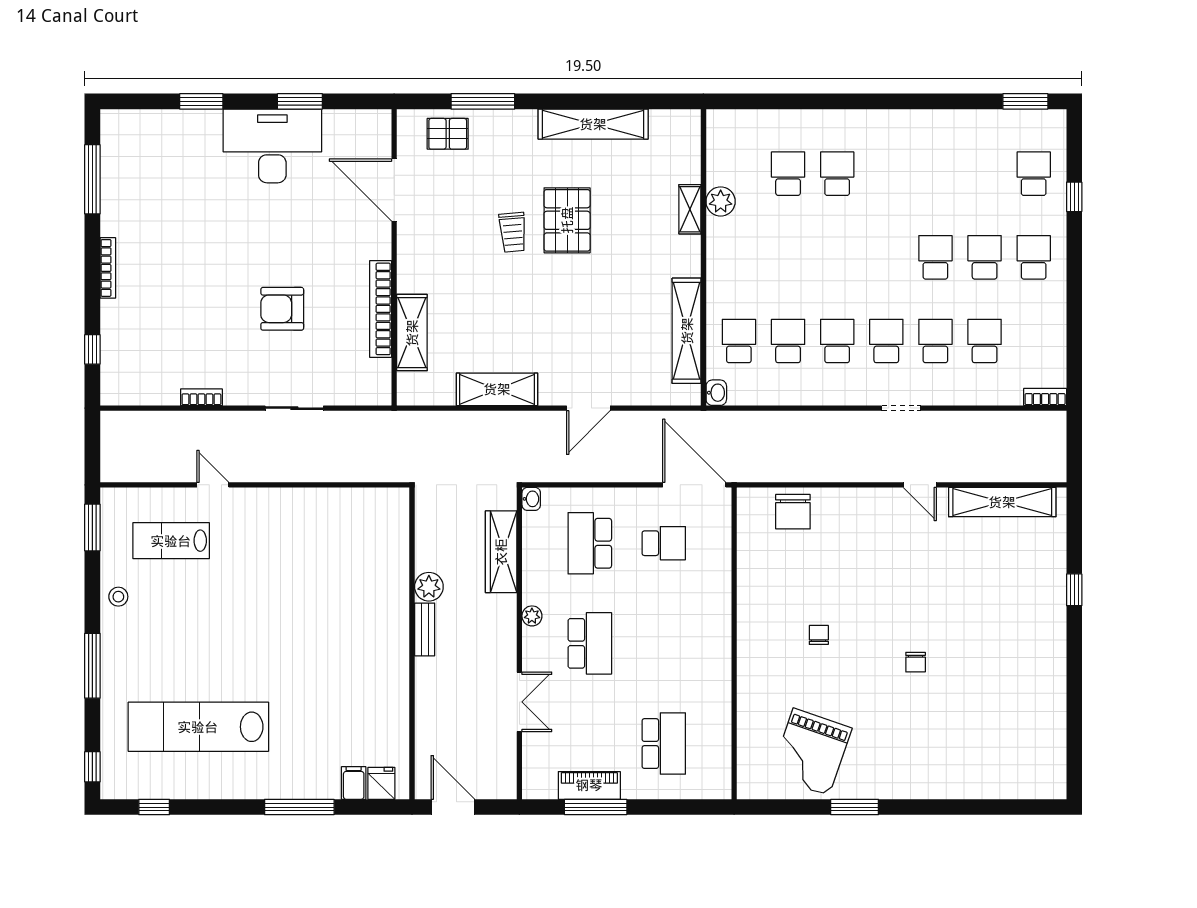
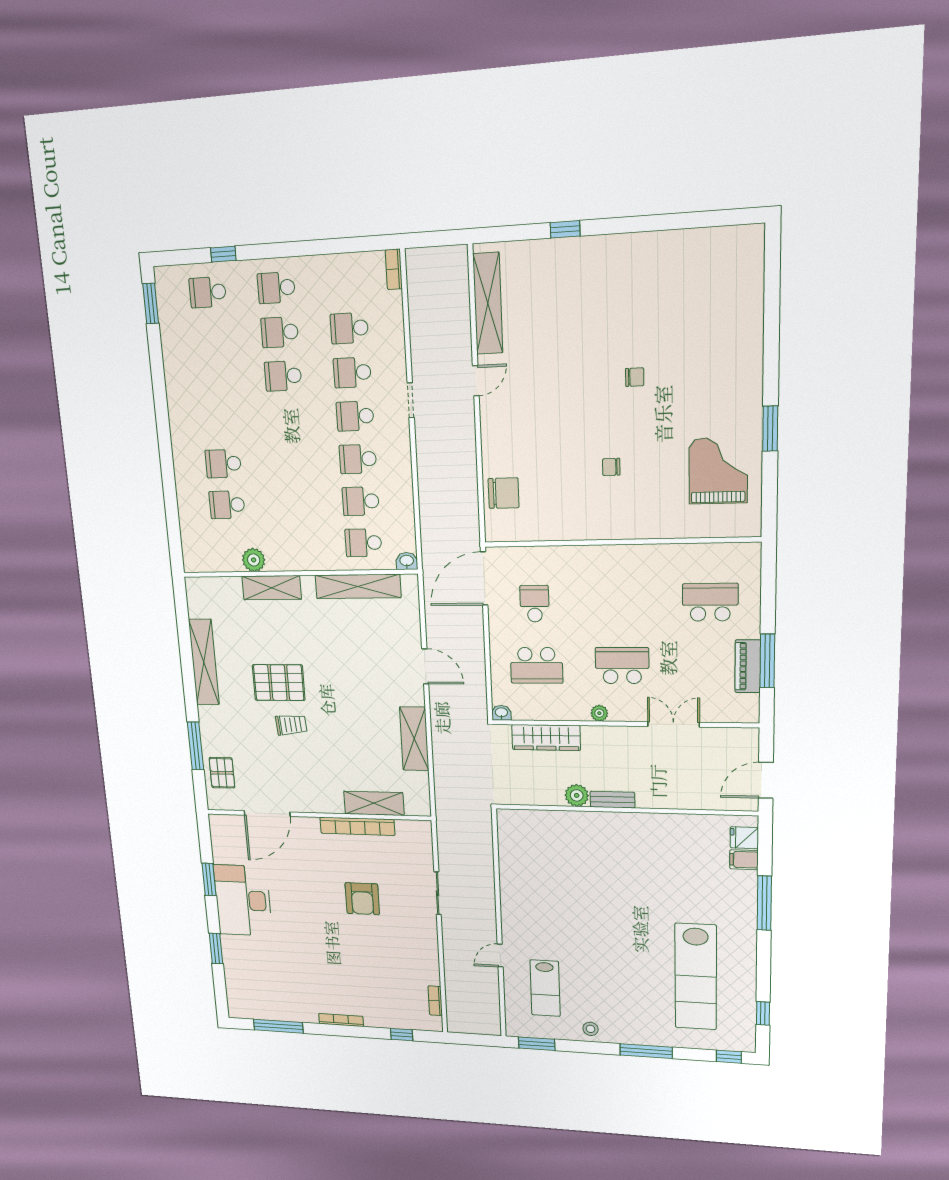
shelving: (690, 209) -> (272, 588), width x1.50, depth x1.33
bookcase: (201, 397) -> (435, 1001), moved
grand piano: (811, 752) -> (718, 471), turned -109

